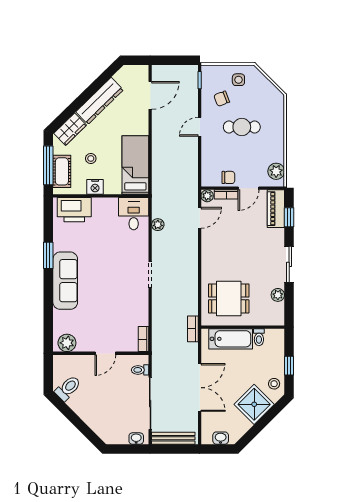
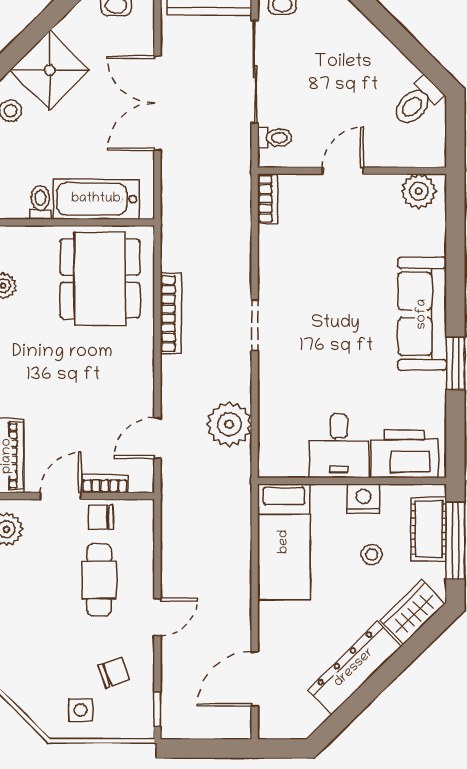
cafe table: (242, 127) -> (99, 580), moved, turned 90
plant: (207, 196) -> (142, 481), removed
desk: (134, 214) -> (339, 446), moved
plant: (158, 225) -> (229, 424), width x1.88, depth x1.88
dining table: (229, 298) -> (100, 279), width x1.38
bookcase: (193, 329) -> (171, 314), moved, width x1.56

